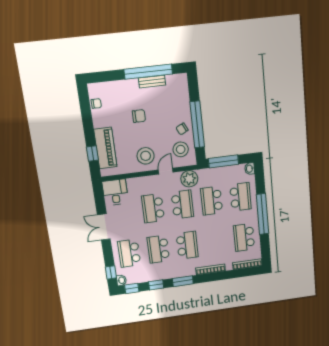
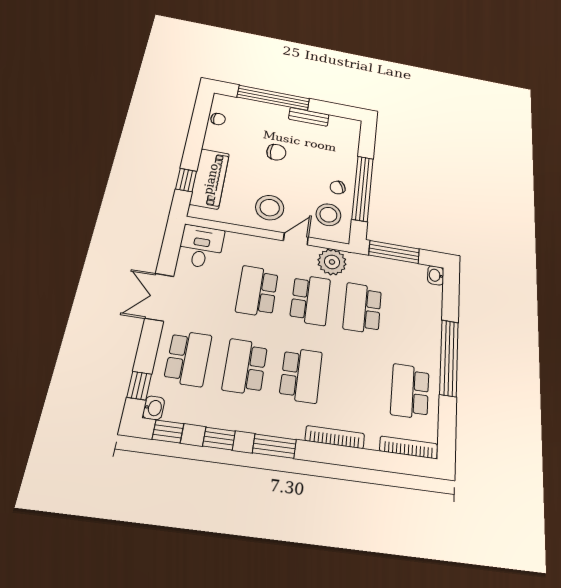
window: (148, 72) -> (273, 98), moved
school desk: (240, 197) -> (414, 316), removed
school desk: (129, 253) -> (188, 358), turned 180

